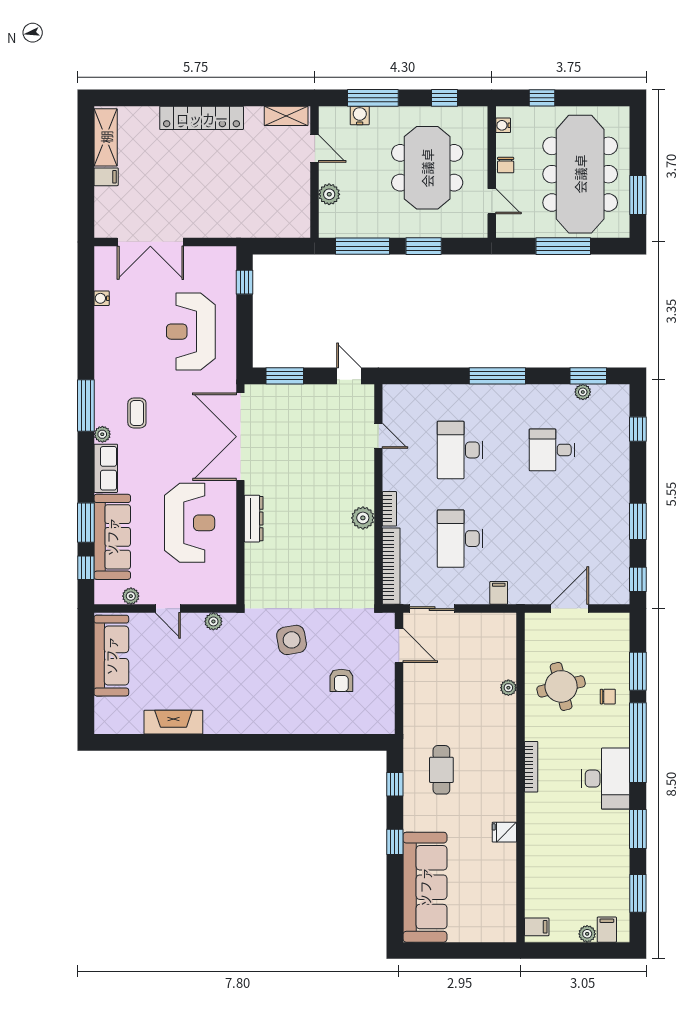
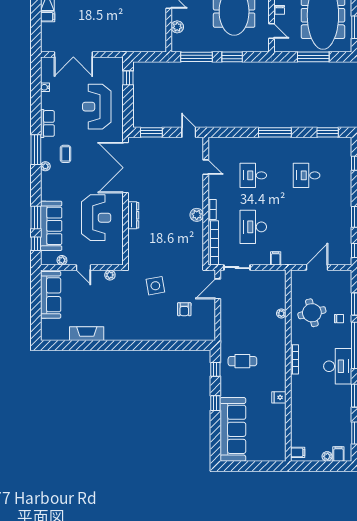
plant: (583, 392) -> (324, 142), removed
desk: (460, 450) -> (253, 175), width x0.73
row of seats: (106, 468) -> (47, 123), moved
door: (399, 645) -> (218, 289), swing flipped
cafe table: (441, 770) -> (242, 361), turned 90

